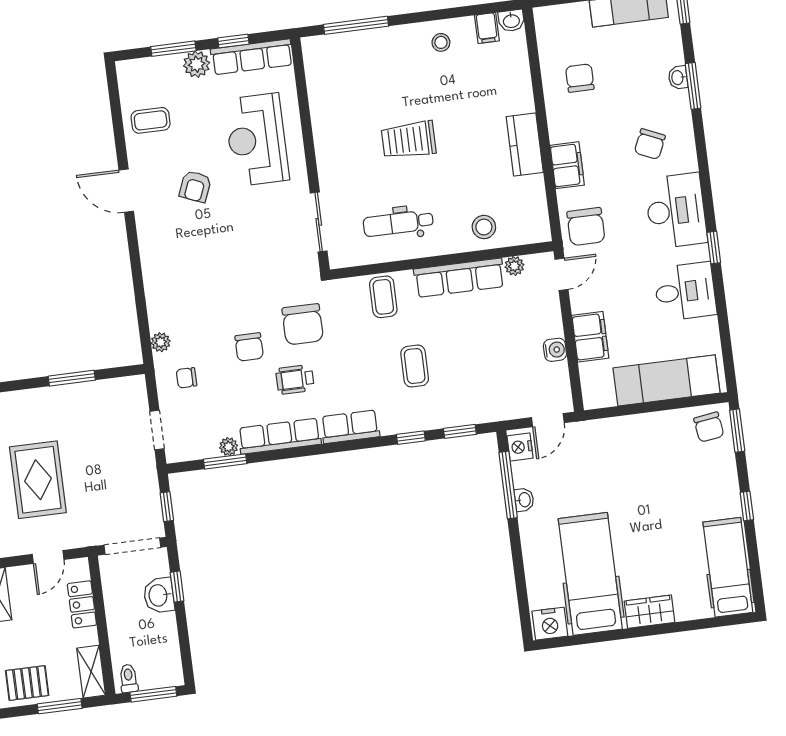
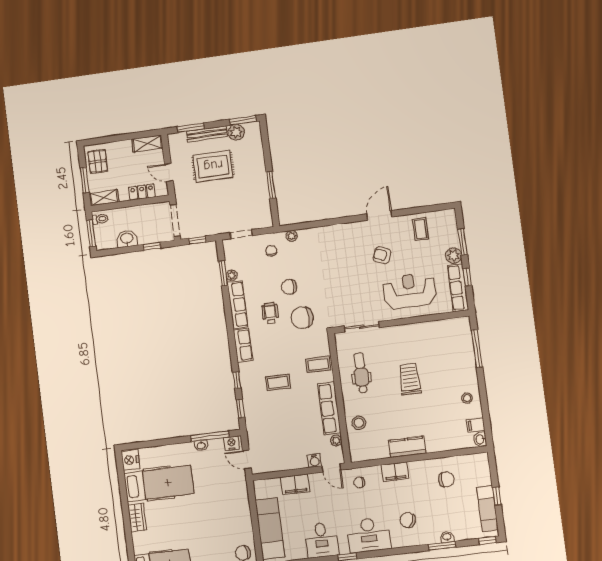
chair: (586, 227) -> (359, 482), width x0.54, depth x0.54
water cooler: (555, 350) -> (315, 461), moved
washbasin: (159, 595) -> (127, 239), moved

